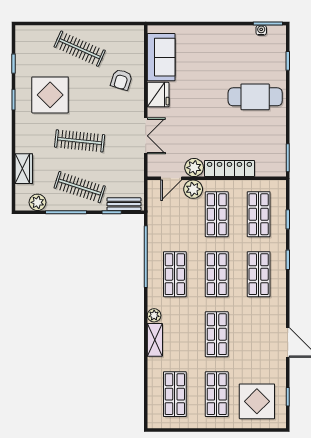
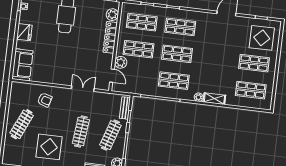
sofa: (161, 57) -> (22, 65), moved, turned 90
fridge: (158, 95) -> (24, 32), moved, turned 90
plant: (194, 168) -> (112, 15), moved
shop shelf: (217, 334) -> (216, 58), removed

